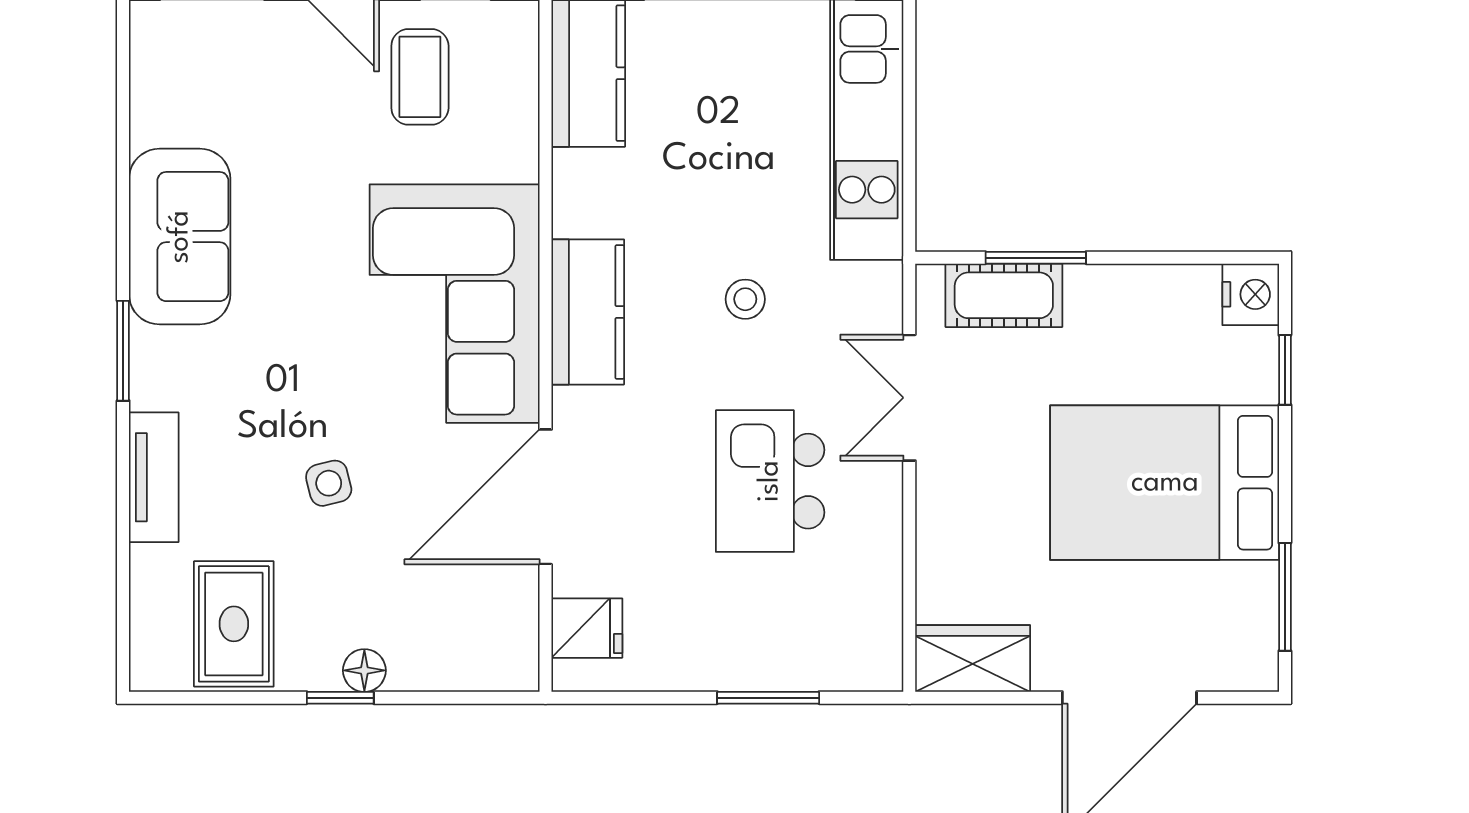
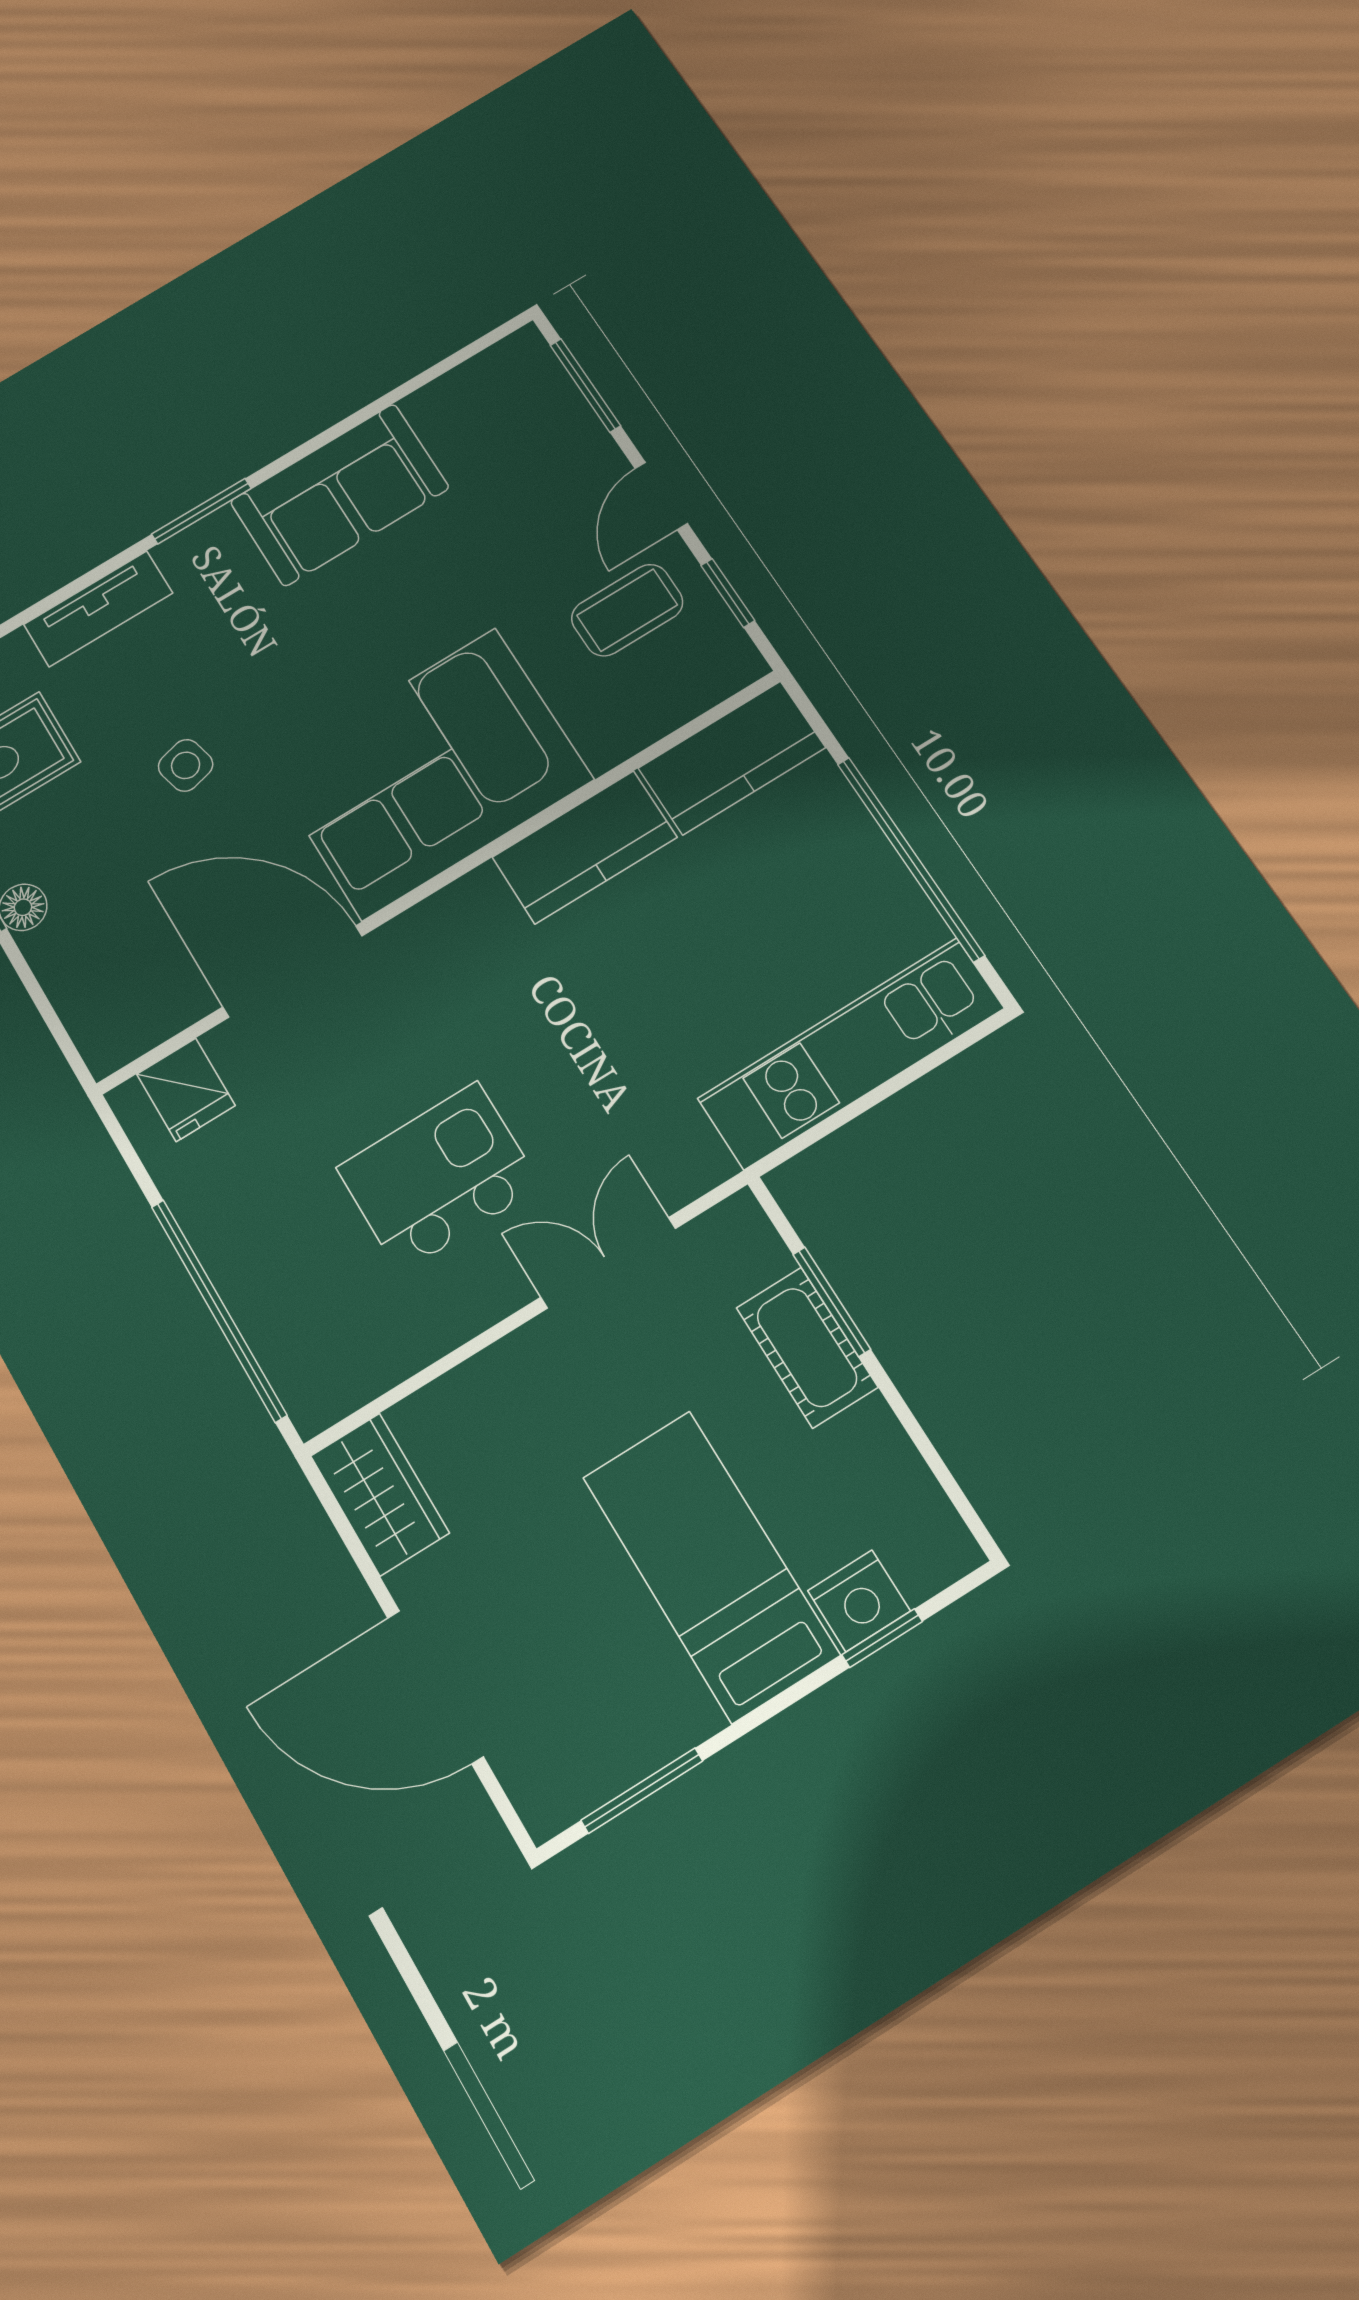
nightstand: (1251, 294) -> (859, 1601), moved
cot: (1004, 295) -> (807, 1347), moved
stool: (745, 299) -> (606, 1041), removed
kitchen counter: (588, 312) -> (584, 847), moved
bed: (1165, 483) -> (710, 1566), width x0.67
window: (768, 698) -> (219, 1310), width x2.11

